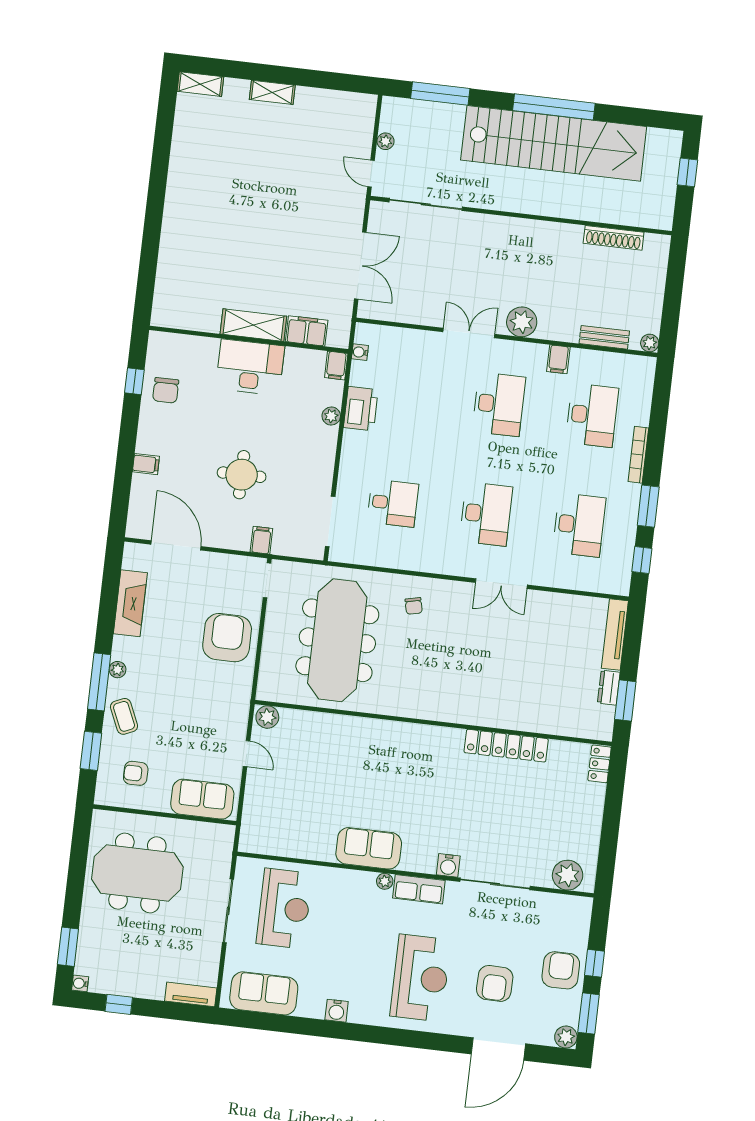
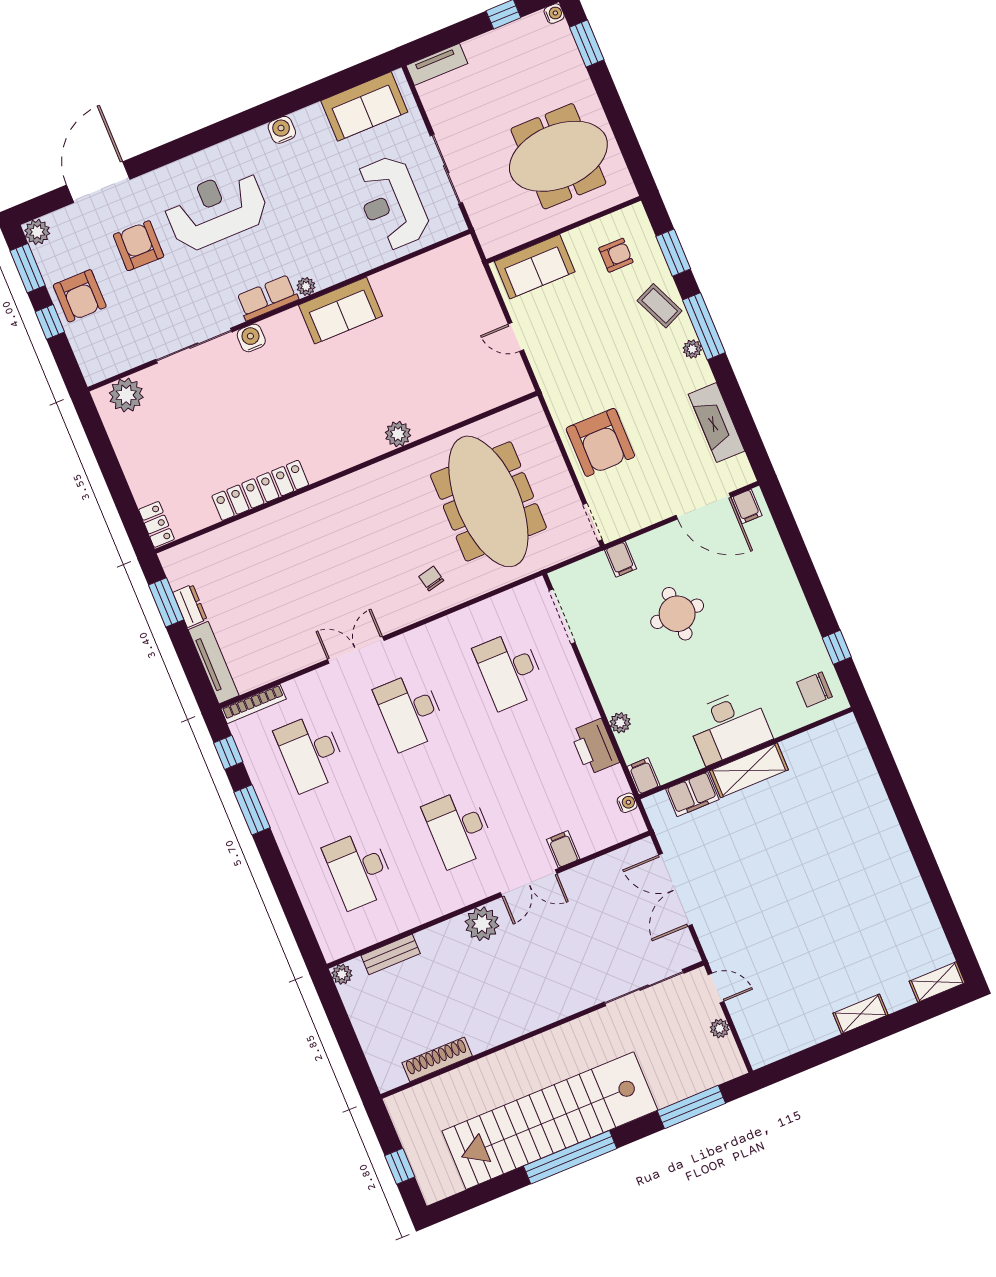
filing cabinet: (558, 359) -> (563, 849), moved
chair: (166, 390) -> (814, 689), moved, turned -90
bookcase: (638, 455) -> (254, 704), moved, turned 90
filing cabinet: (146, 464) -> (747, 506), moved, turned -90
desk: (393, 503) -> (510, 670), width x1.37
plant: (267, 717) -> (398, 434), moved
reception desk: (420, 978) -> (216, 210), turned 90

